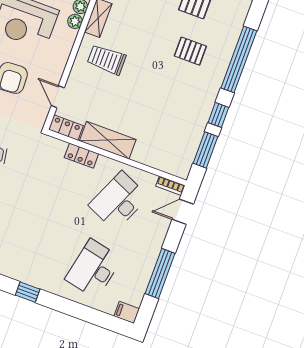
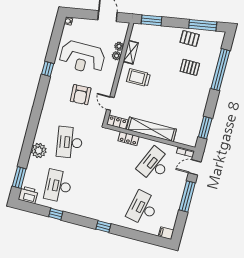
window: (218, 115) -> (211, 105), removed
shelving: (108, 140) -> (151, 129), width x1.47
window: (160, 273) -> (187, 196), moved

